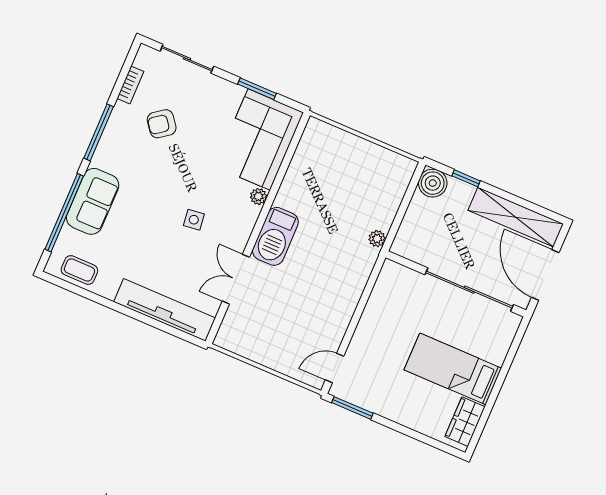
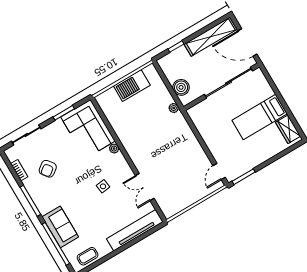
boiler: (433, 183) -> (181, 87), moved
barbecue: (275, 236) -> (132, 86), moved, turned 90

